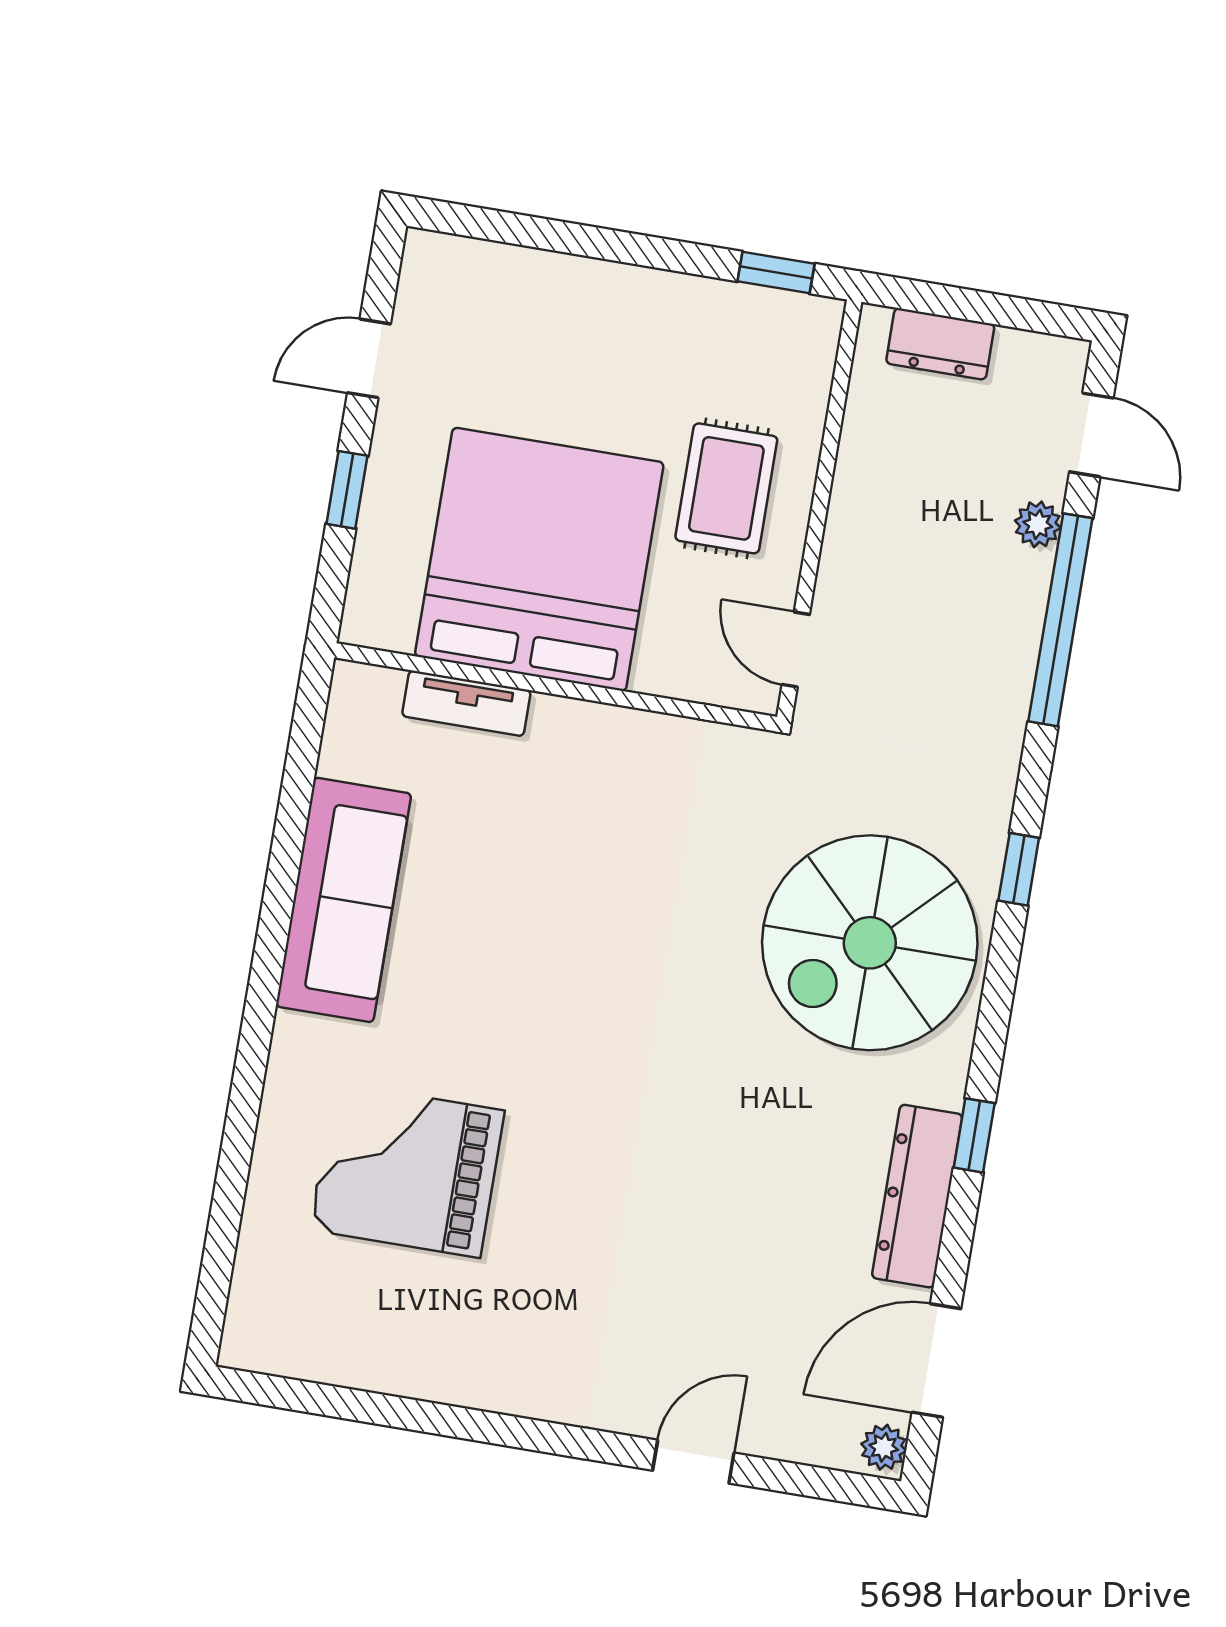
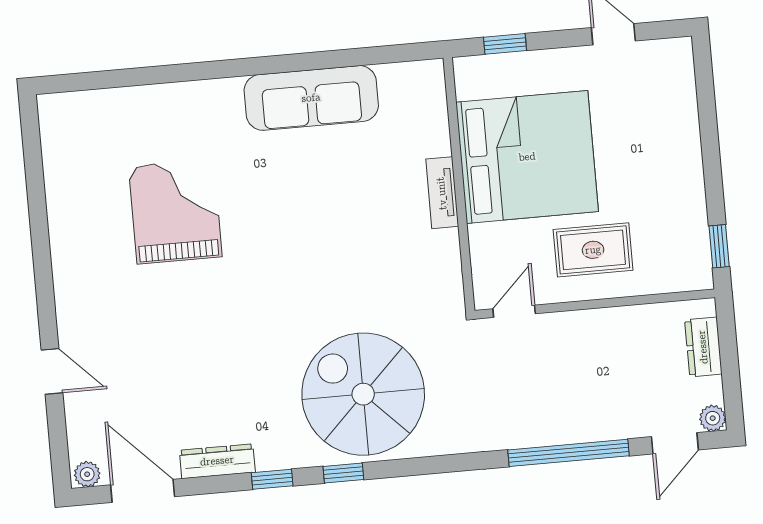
window: (347, 490) -> (505, 44), moved
plant: (1038, 524) -> (713, 418), moved
tv unit: (466, 703) -> (442, 193), moved
window: (1019, 869) -> (343, 473), moved
grand piano: (407, 1170) -> (175, 211), moved
dresser: (917, 1196) -> (217, 461), width x0.73, depth x0.80

